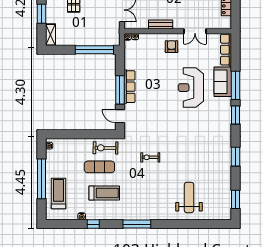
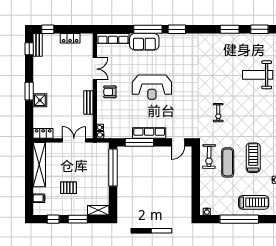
reception desk: (191, 88) -> (152, 87), moved
window: (120, 90) -> (139, 142), moved
window: (235, 157) -> (230, 29), moved
treadmill: (59, 193) -> (254, 202), turned 180

